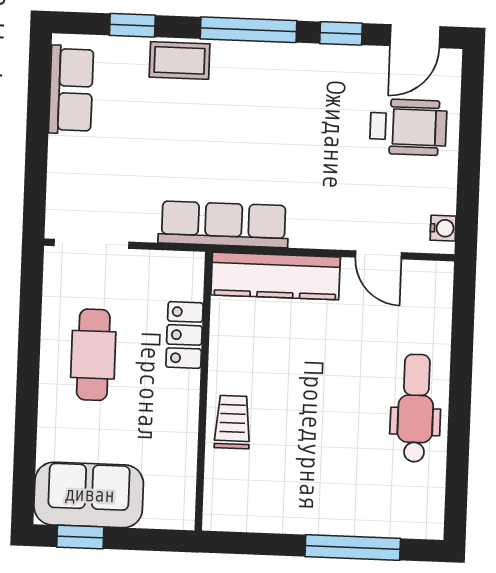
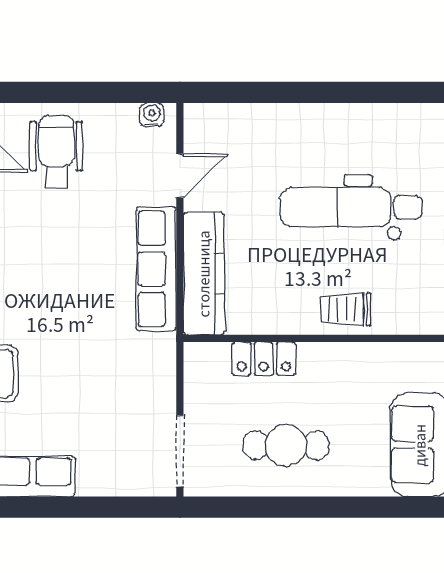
row of seats: (223, 224) -> (156, 269), moved
dental chair: (416, 408) -> (351, 207), moved, width x1.36, depth x1.38

